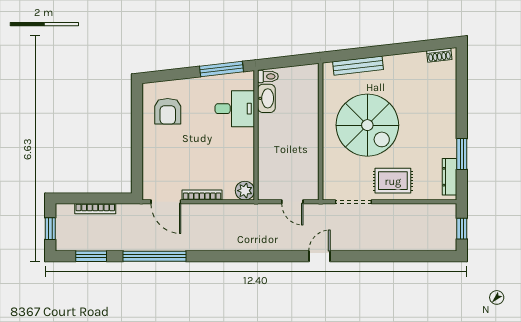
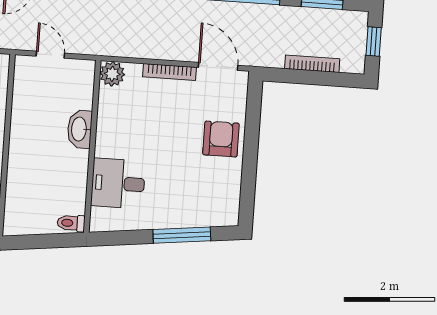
window: (221, 69) -> (182, 235), moved
washbasin: (266, 98) -> (80, 129), moved
armchair: (168, 111) -> (221, 139), moved

